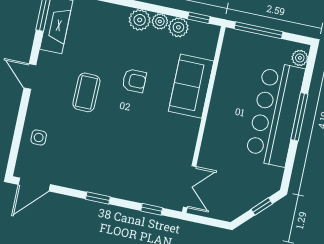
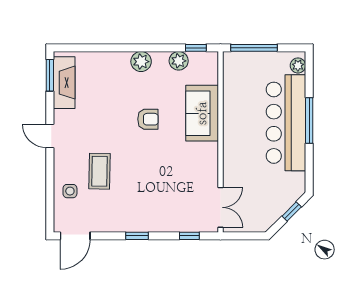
plant: (160, 21) -> (160, 59), removed
coffee table: (86, 92) -> (99, 171), moved

